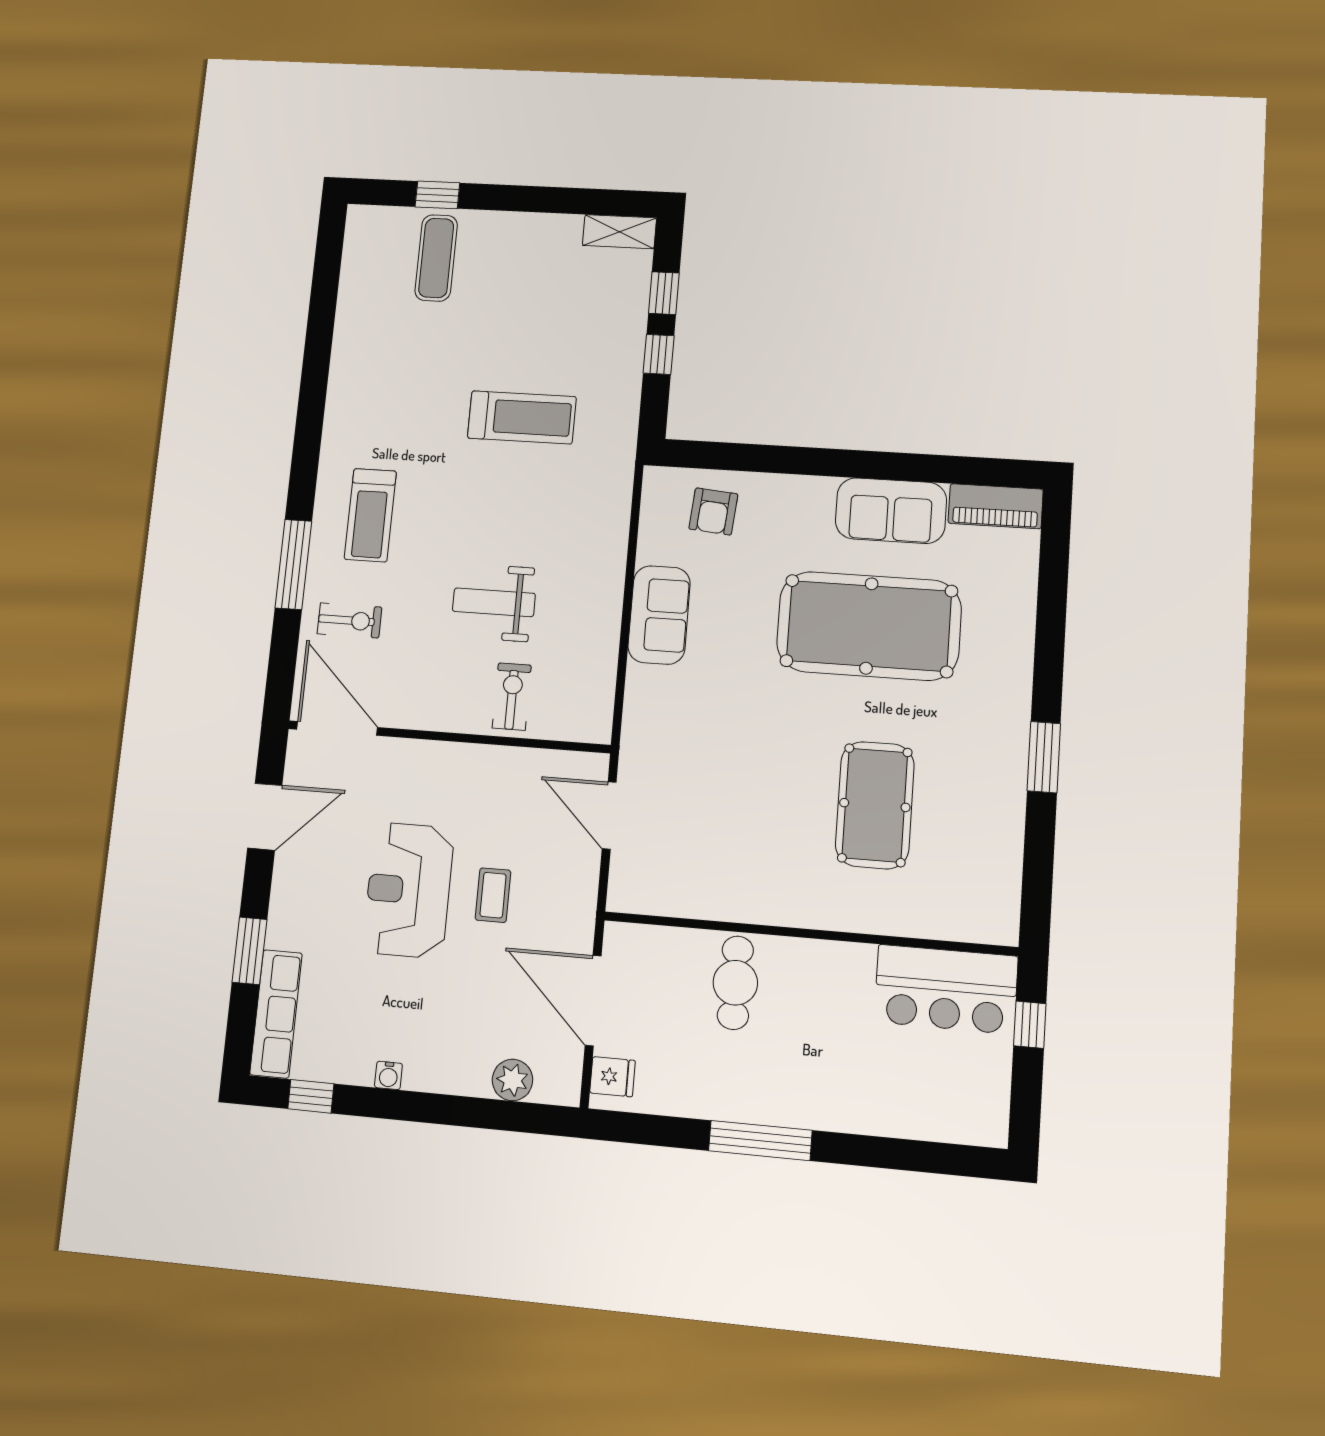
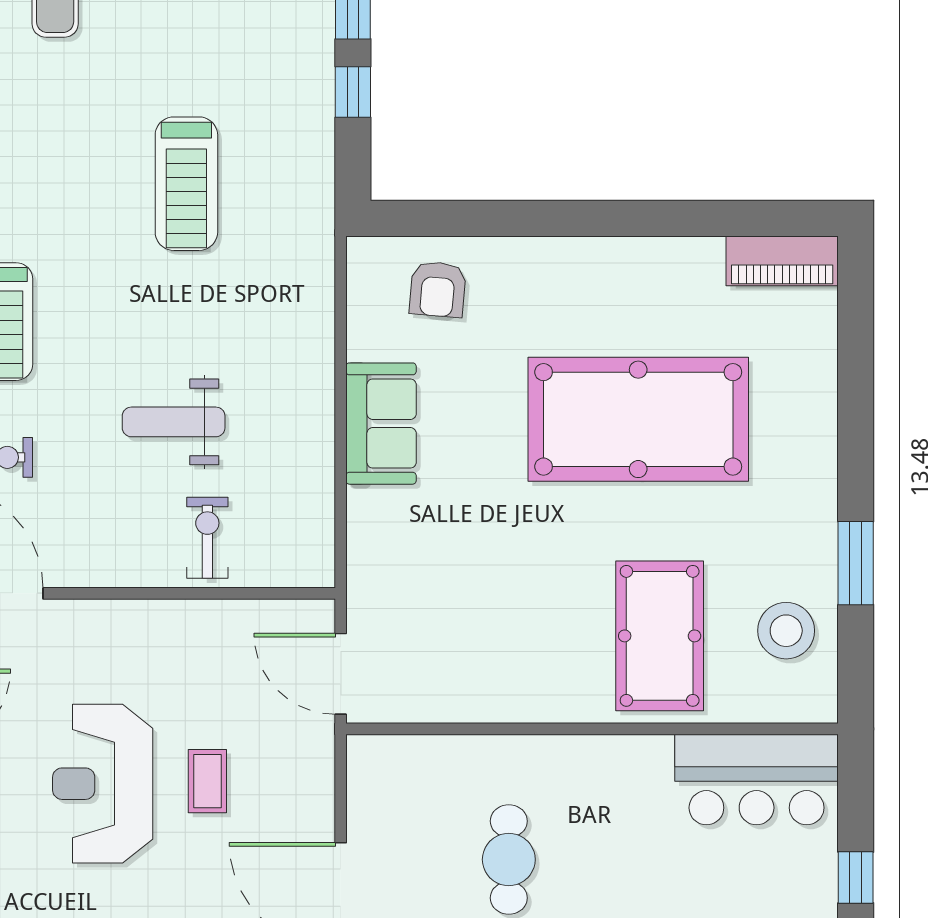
treadmill: (522, 417) -> (186, 184), turned 90
sofa: (891, 511) -> (656, 274), removed
stool: (982, 809) -> (786, 631), added
wall: (809, 934) -> (592, 729), moved
bar counter: (946, 989) -> (757, 780), moved

